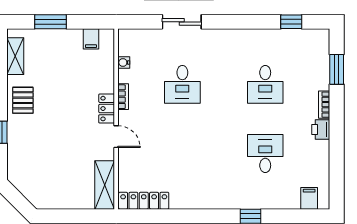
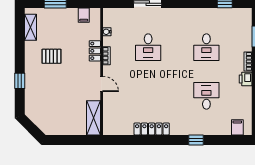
pallet: (23, 100) -> (52, 56), moved, turned 90
locker: (107, 109) -> (95, 51), moved
locker: (144, 201) -> (152, 129), moved

